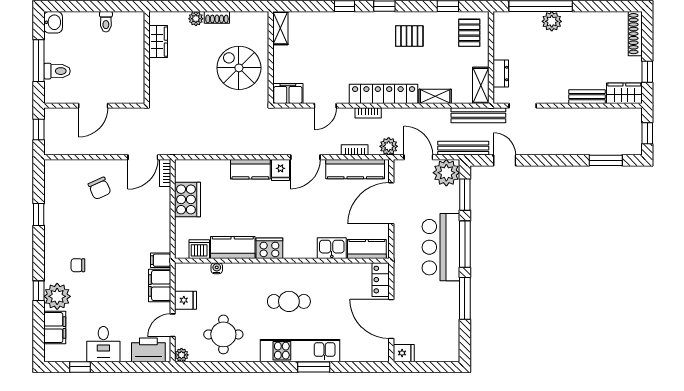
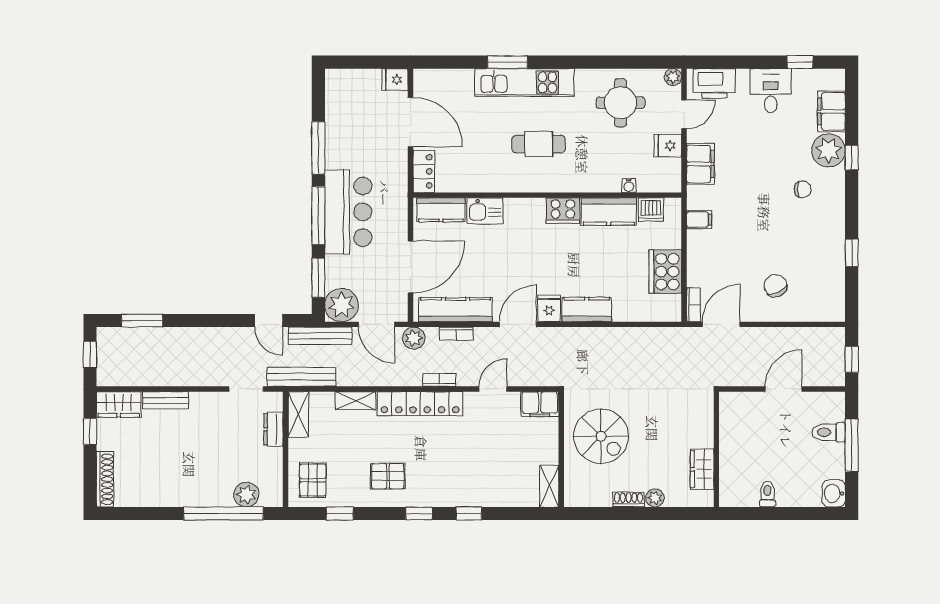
plant: (552, 21) -> (246, 495), moved
filing cabinet: (161, 260) -> (699, 220), moved

